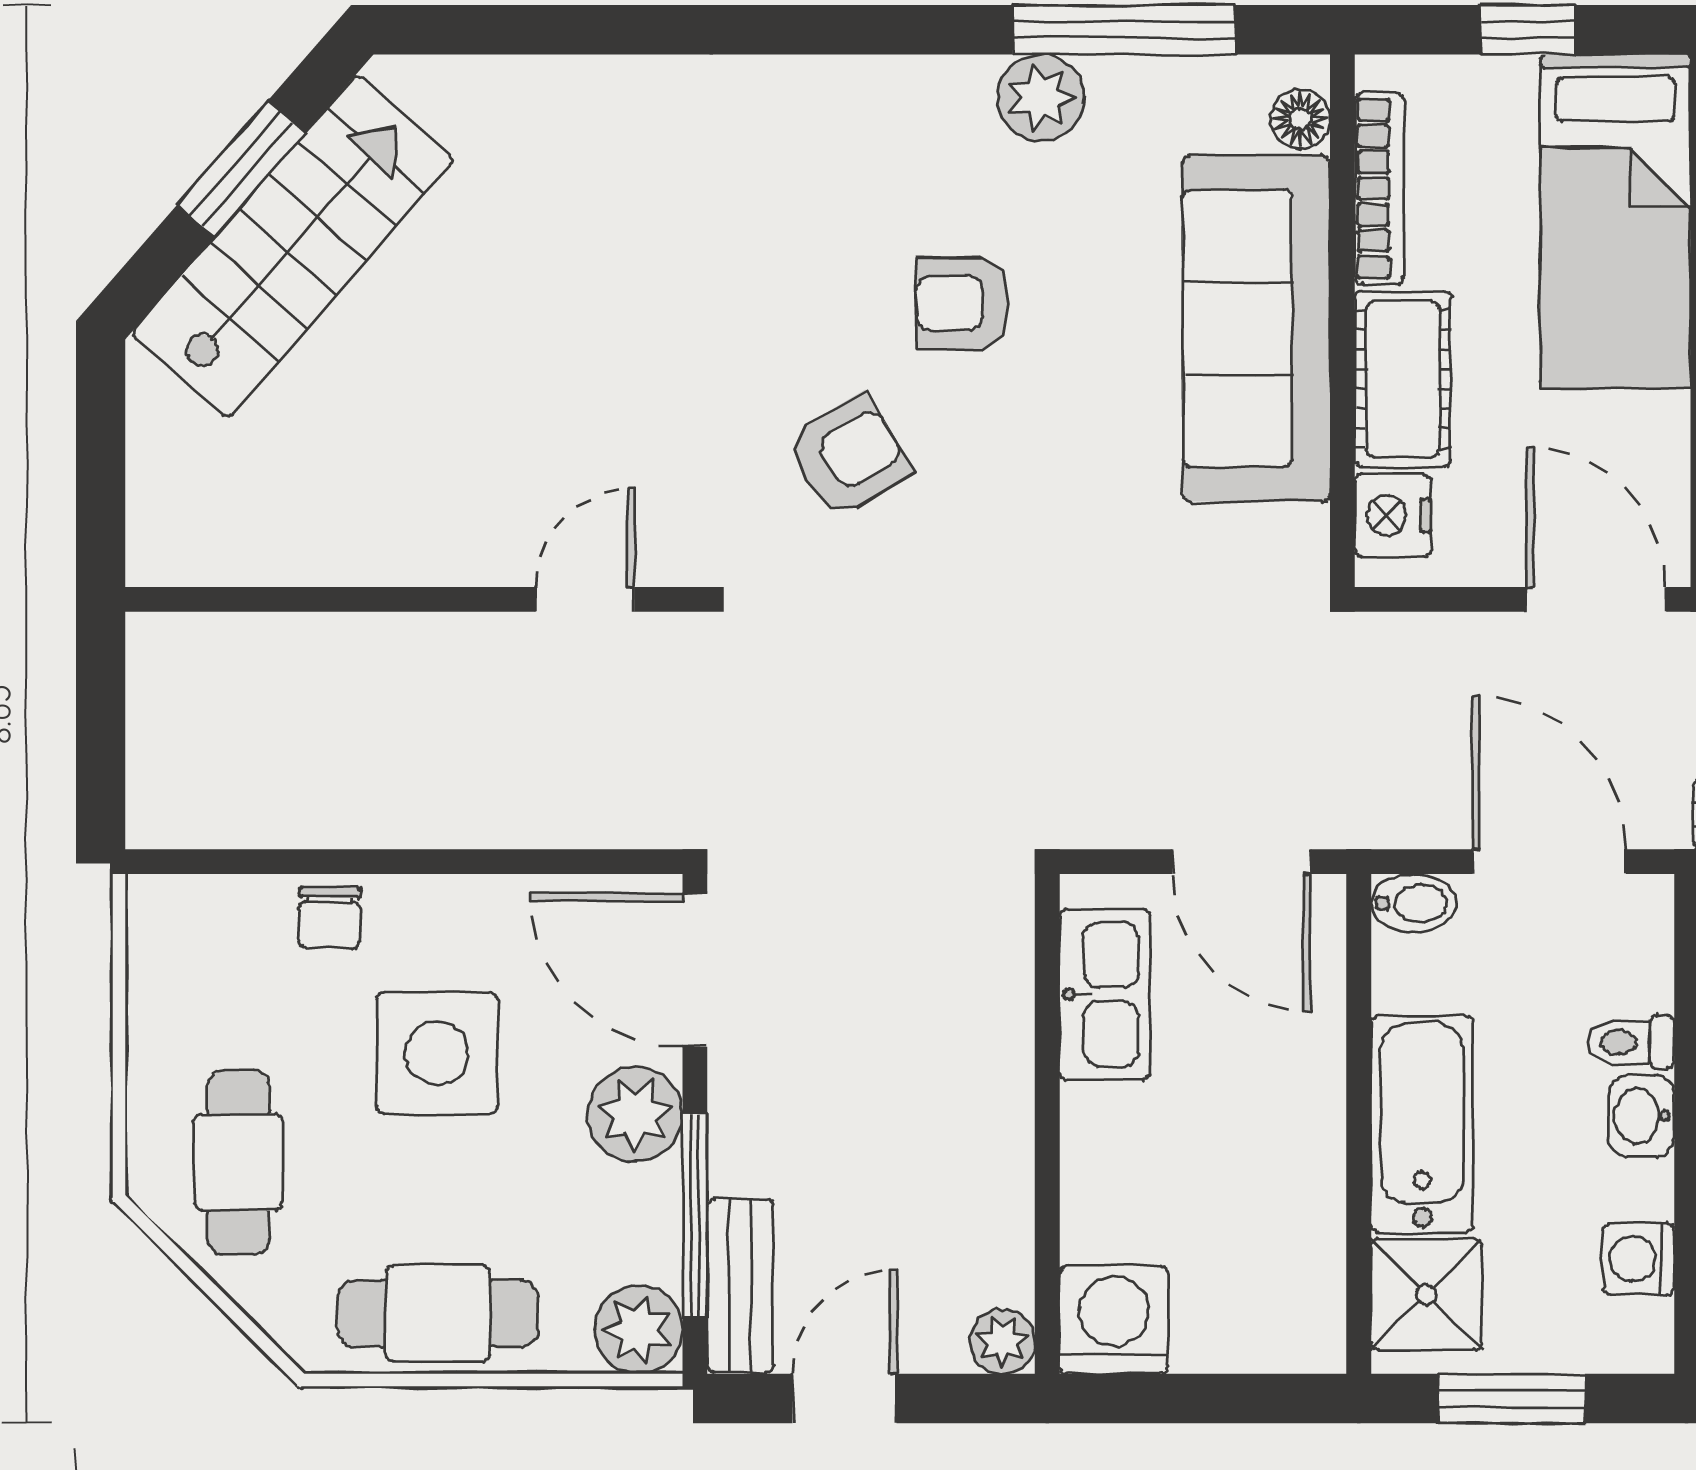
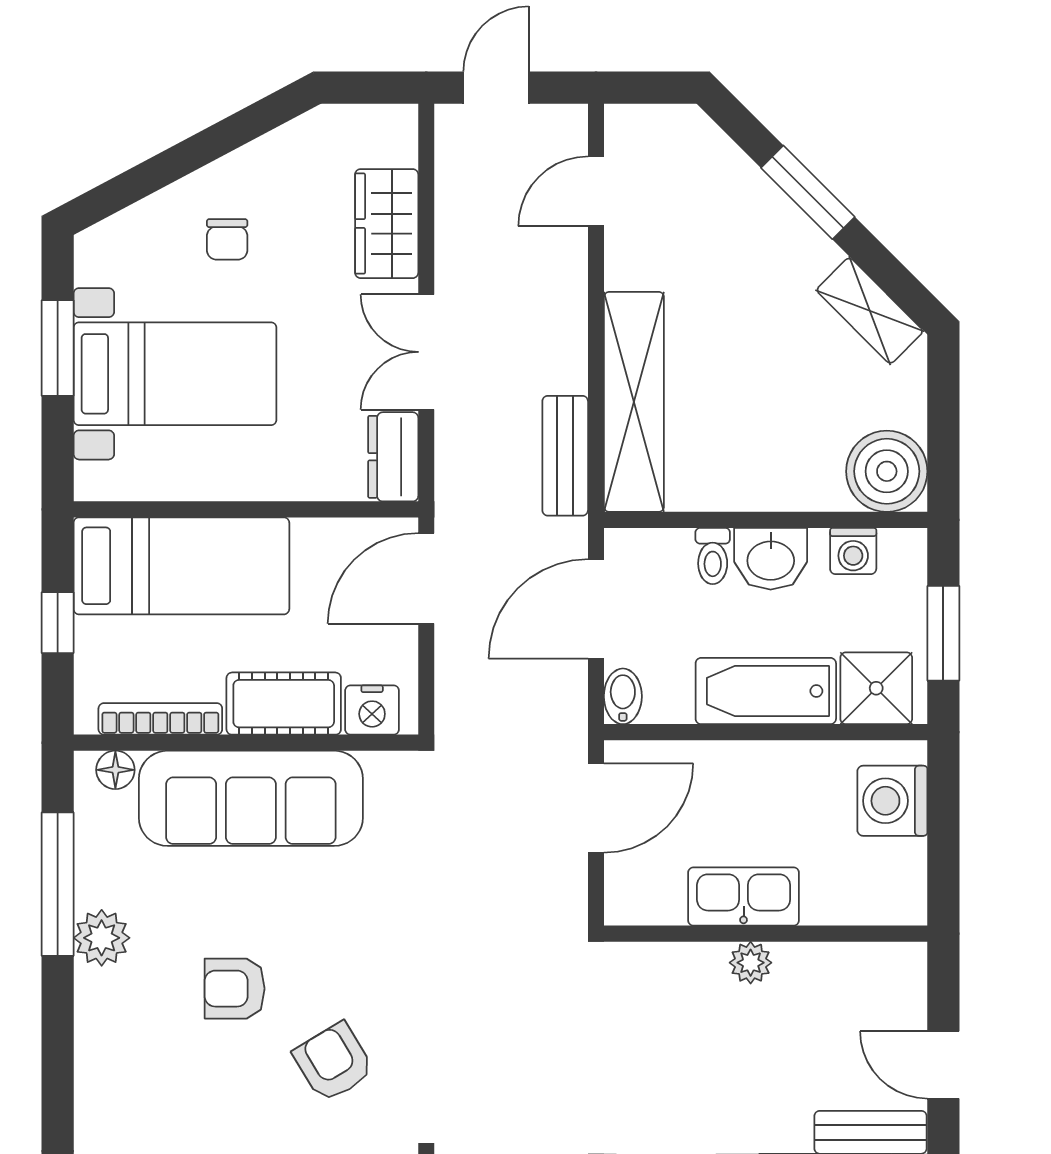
armchair: (962, 303) -> (235, 989), turned 90
kitchen sink: (1105, 994) -> (744, 896), moved
washbasin: (1641, 1116) -> (771, 559), width x1.38, depth x1.45
washing machine: (1114, 1320) -> (892, 801), moved
plant: (1002, 1341) -> (751, 963), moved

